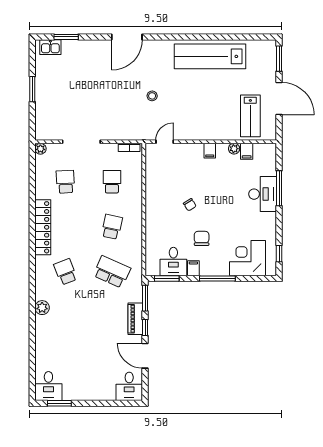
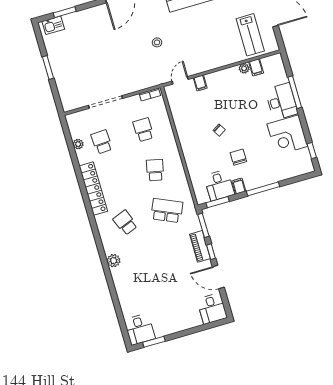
plant: (40, 149) -> (78, 144), moved
filing cabinet: (210, 151) -> (200, 83), moved
corner desk: (248, 258) -> (287, 135), moved, turned -90

